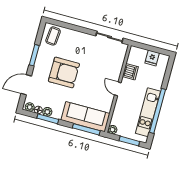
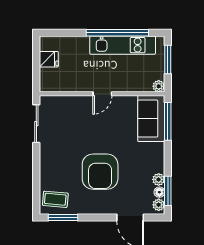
window: (34, 55) -> (63, 217), moved
armchair: (64, 72) -> (100, 172), turned 180
dishwasher: (130, 72) -> (75, 83), removed
sofa: (85, 117) -> (151, 119), width x0.73
window: (48, 119) -> (168, 191), moved

